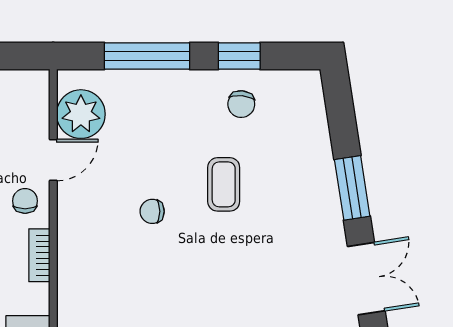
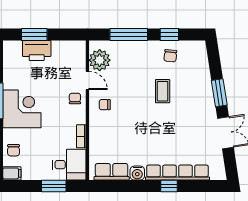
door: (53, 160) -> (87, 80), hinge flipped
chair: (152, 211) -> (105, 105), moved
bookcase: (39, 255) -> (81, 136), moved

